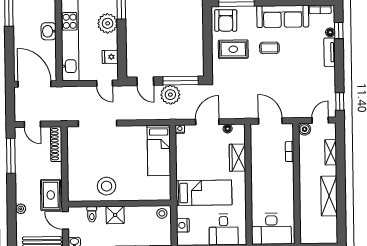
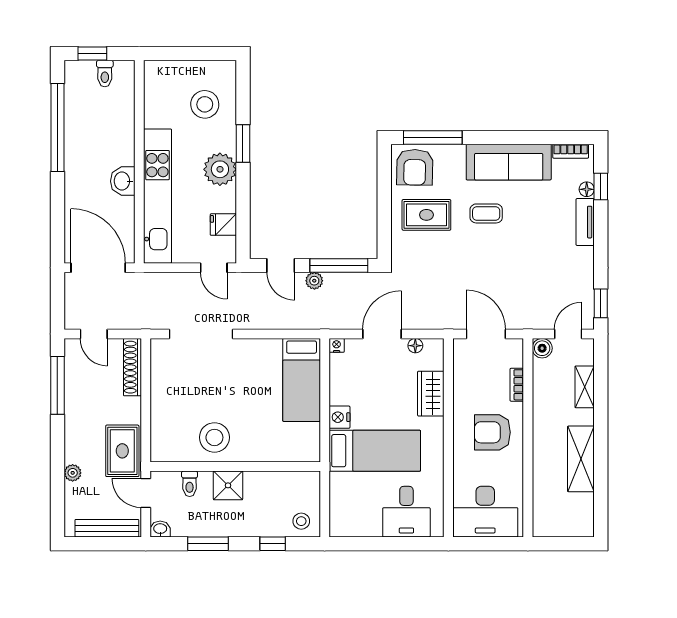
plant: (170, 95) -> (314, 281), width x0.53, depth x0.53
armchair: (275, 181) -> (492, 432), added
stool: (162, 213) -> (301, 521), moved
nightstand: (183, 225) -> (339, 417), moved

